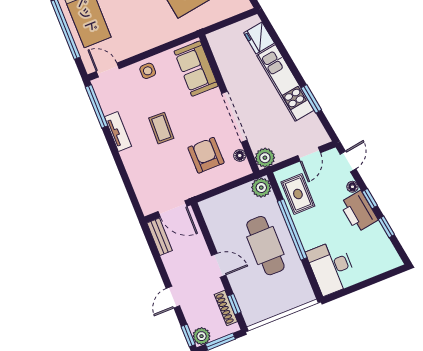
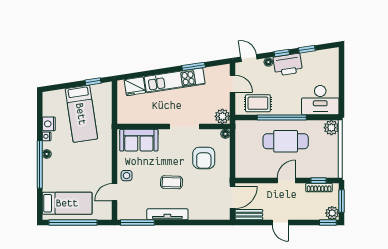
door: (108, 70) -> (115, 192), moved
doorway: (234, 117) -> (184, 127), width x0.73
tv unit: (118, 131) -> (167, 214), width x1.41
armchair: (206, 155) -> (204, 158), turned -90
floor lamp: (240, 155) -> (225, 134), moved
plant: (261, 188) -> (331, 128), moved
door: (173, 297) -> (280, 222), moved

